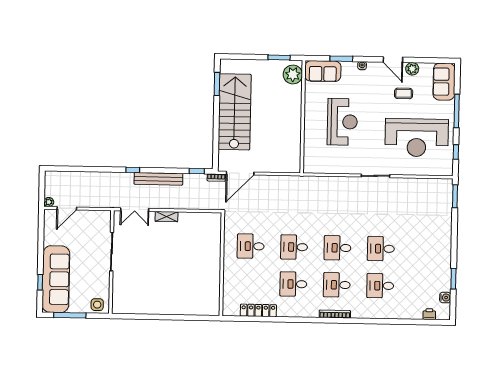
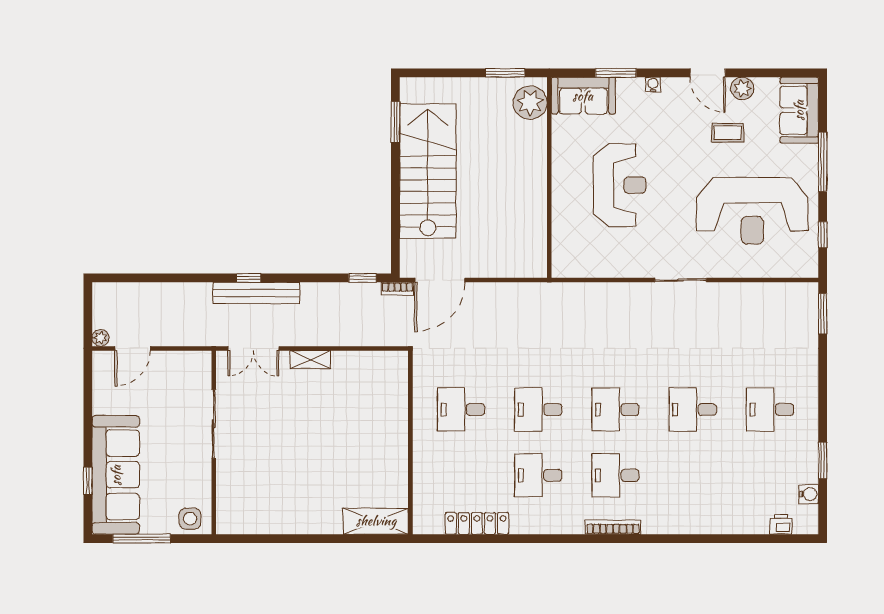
bench: (158, 179) -> (256, 293), moved
desk: (380, 286) -> (770, 409), moved
shelving: (201, 308) -> (376, 521), added

